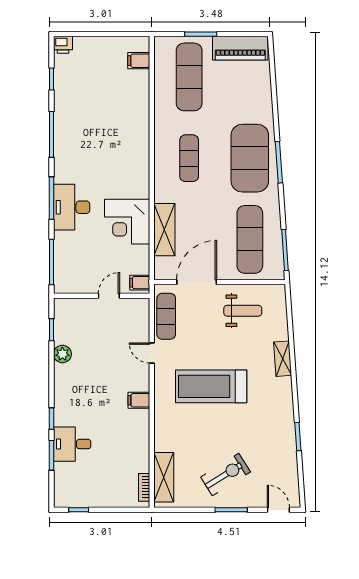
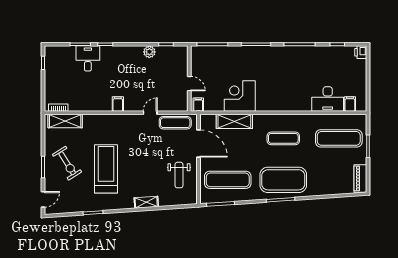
piano: (240, 48) -> (360, 178), width x0.73, depth x0.75
desk: (72, 207) -> (328, 99), moved, turned 180
treadmill: (211, 386) -> (106, 169), moved

